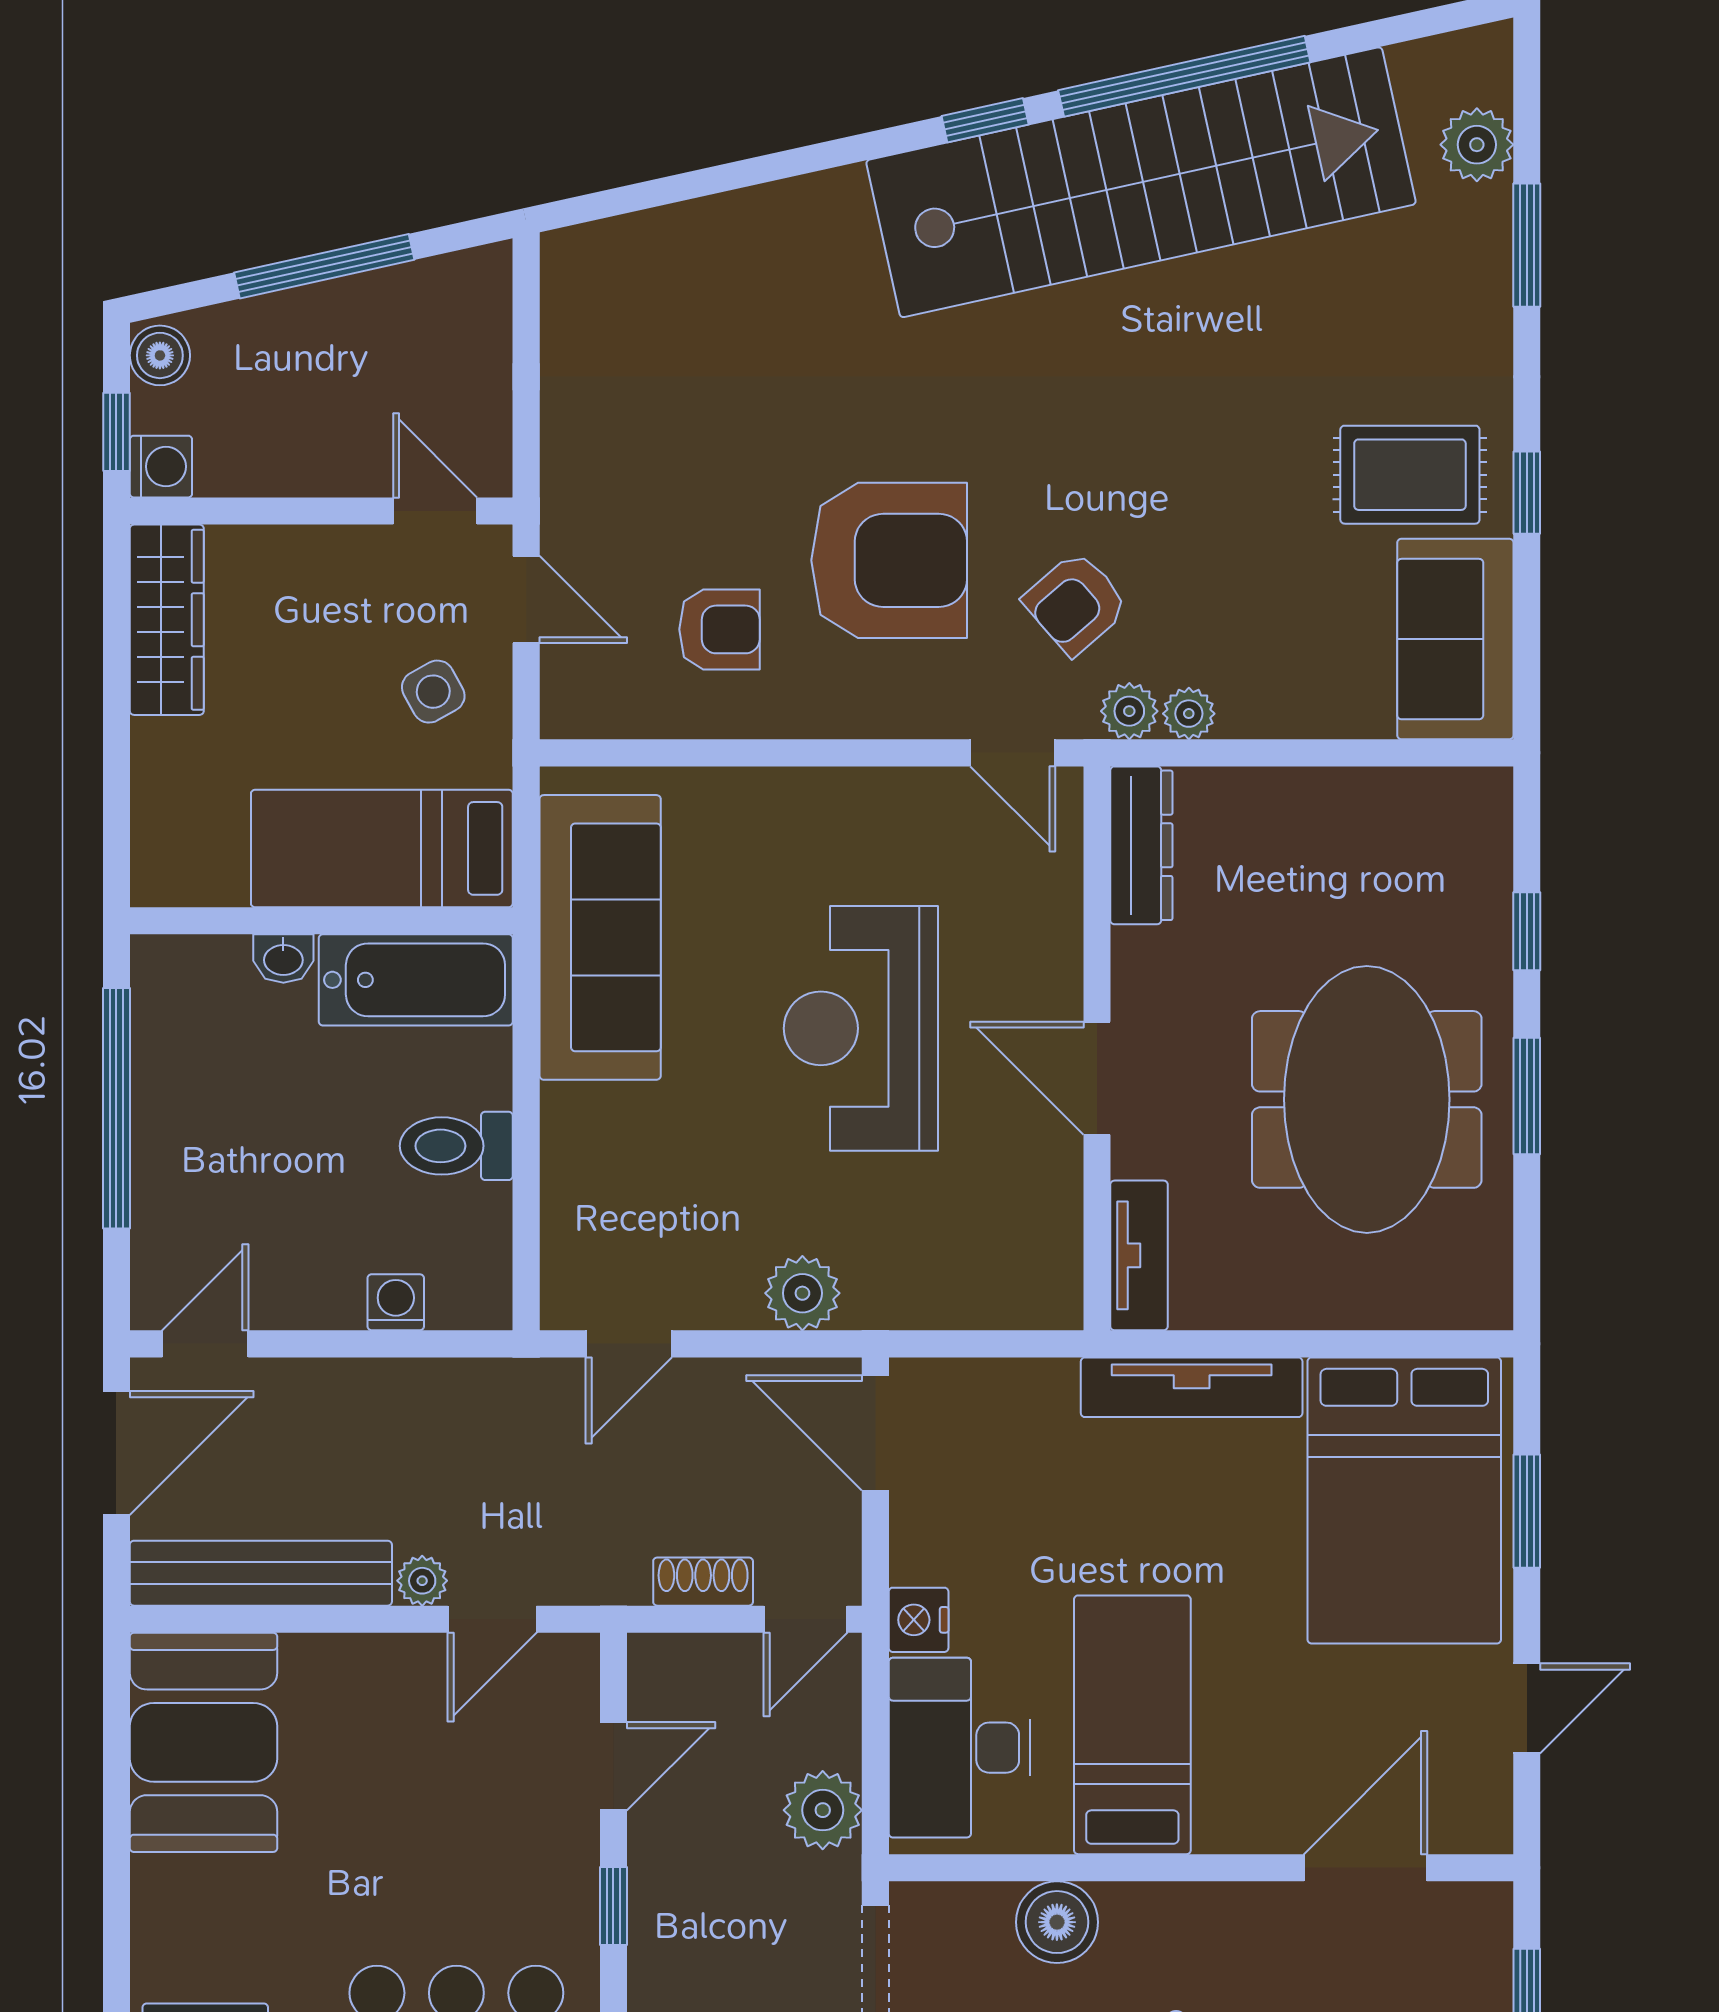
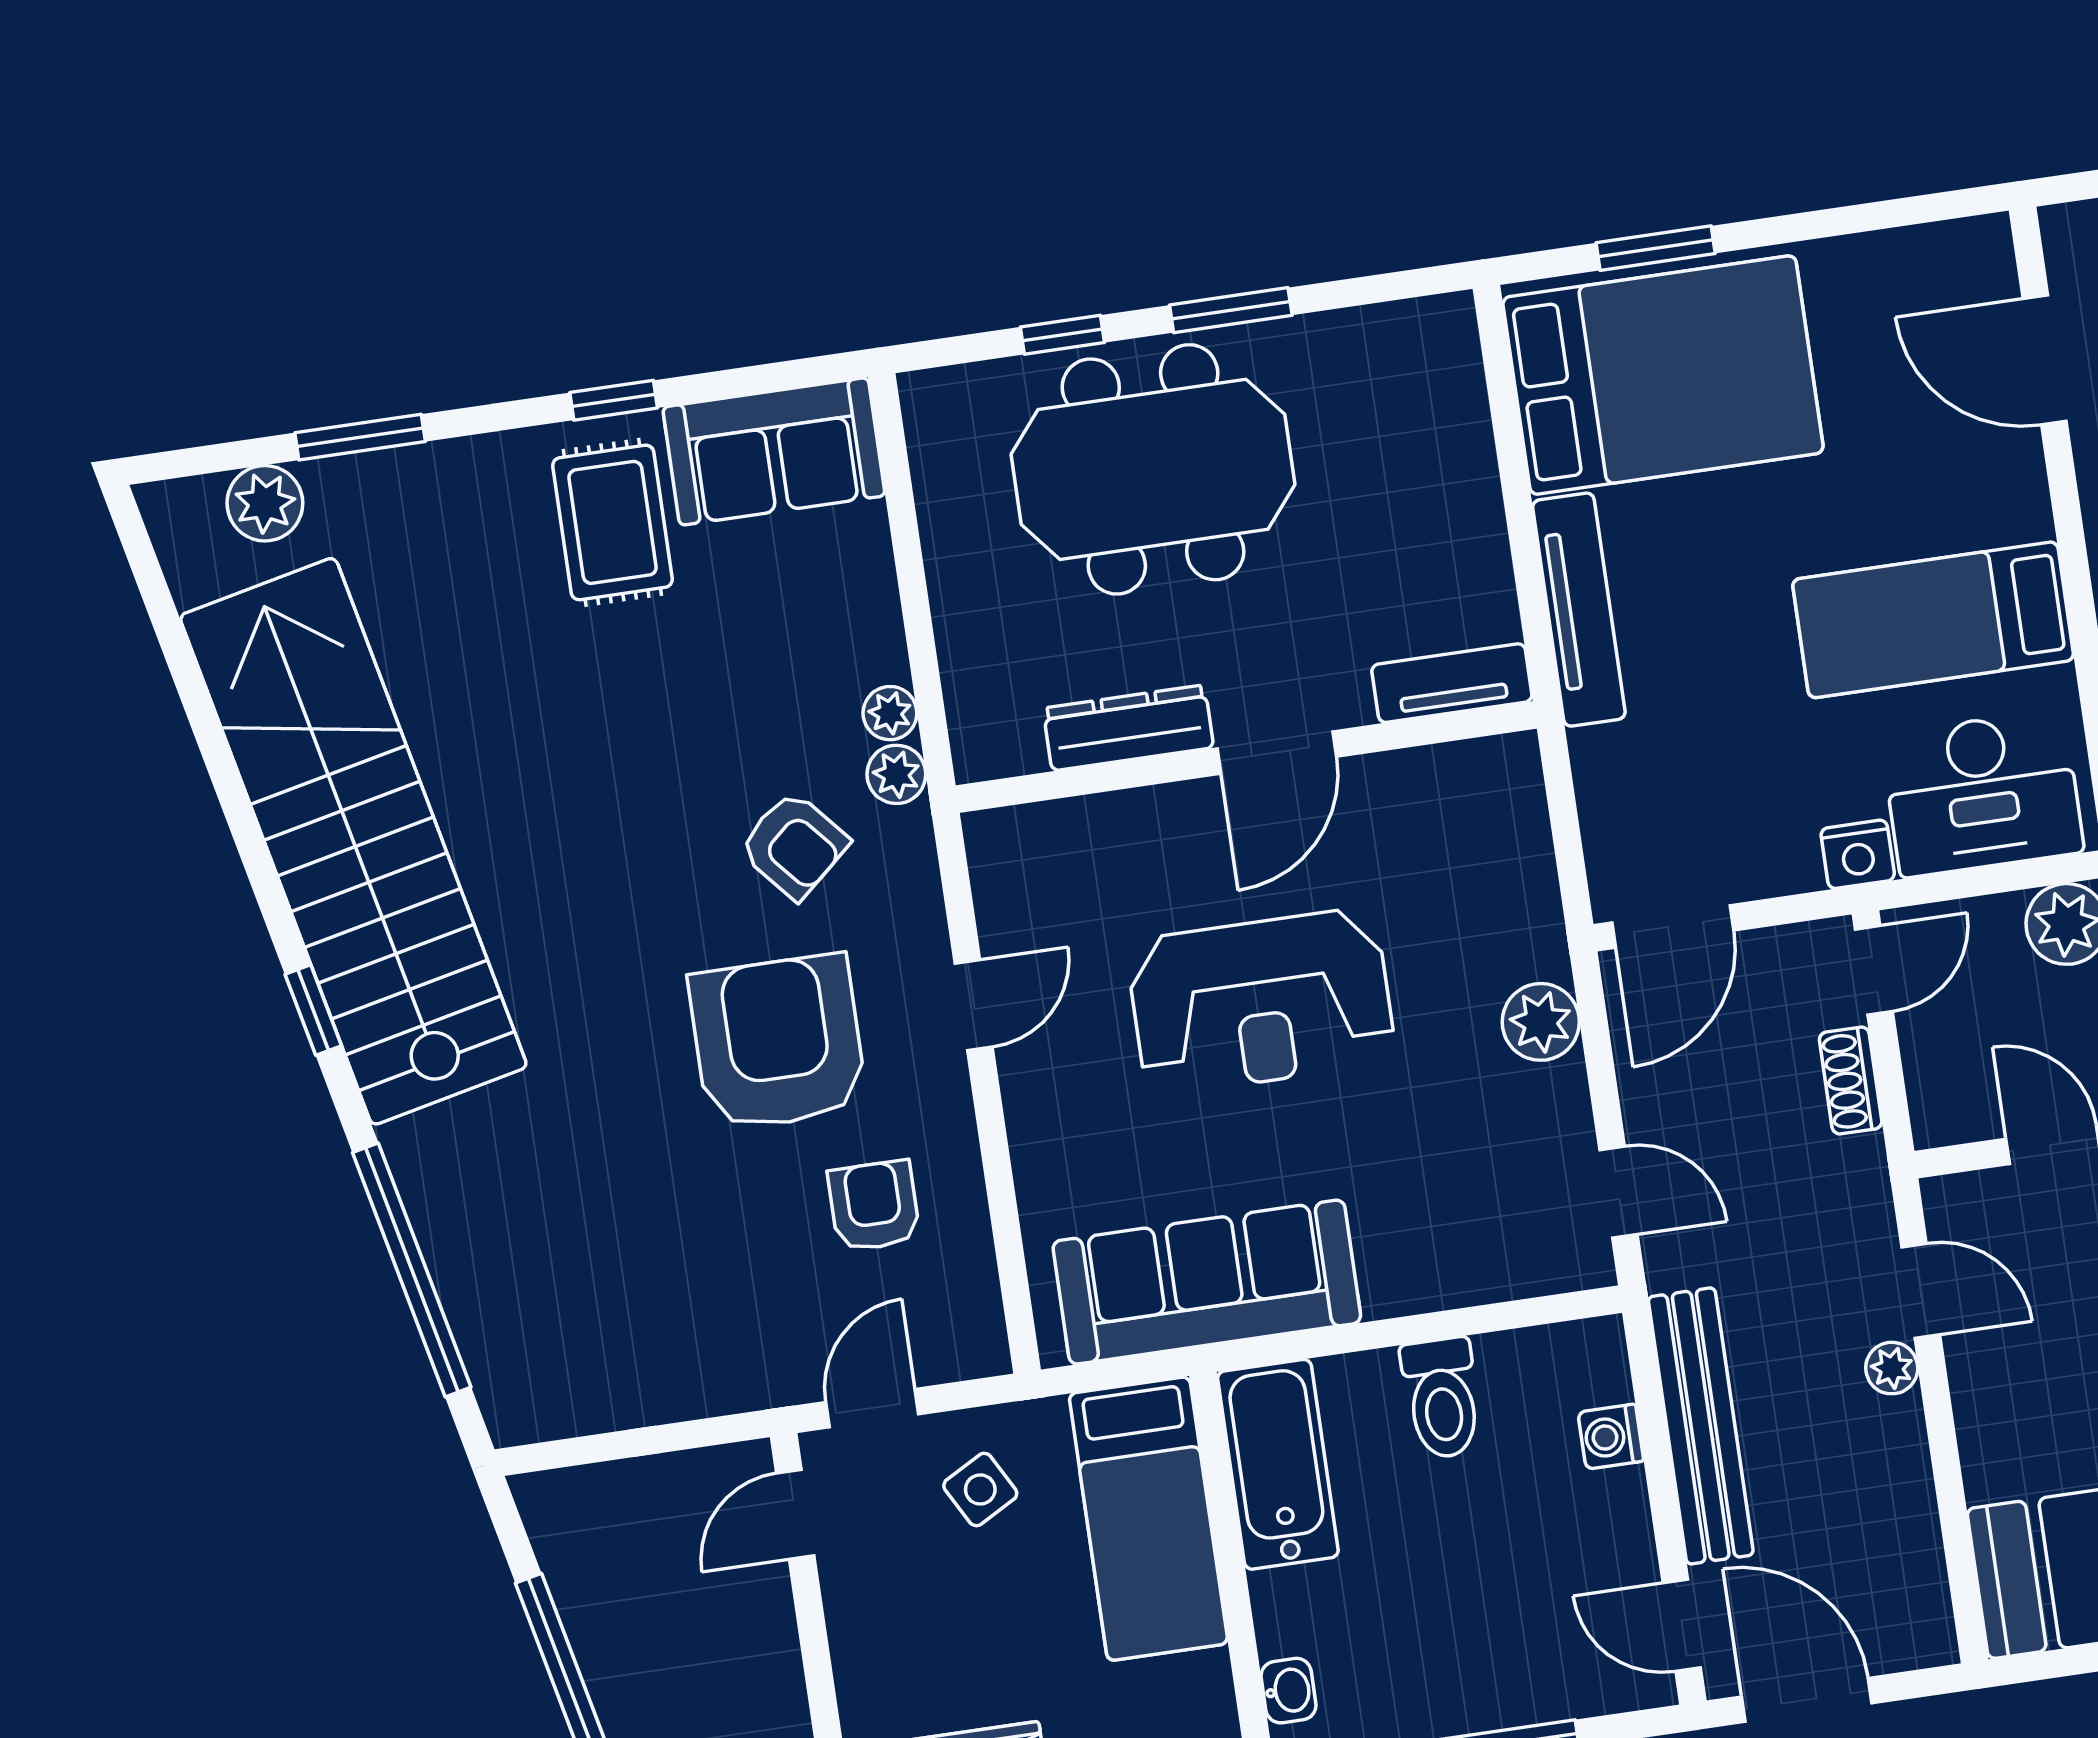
window: (1184, 76) -> (412, 1270), moved
door: (1013, 753) -> (974, 1005), moved
dresser: (1141, 845) -> (1128, 728), moved
washbasin: (283, 958) -> (1289, 1691), moved
meeting table: (1367, 1099) -> (1153, 469), moved
bench: (261, 1573) -> (1701, 1426), moved
door: (805, 1619) -> (1874, 970), hinge flipped
door: (1527, 1708) -> (1858, 219), removed

